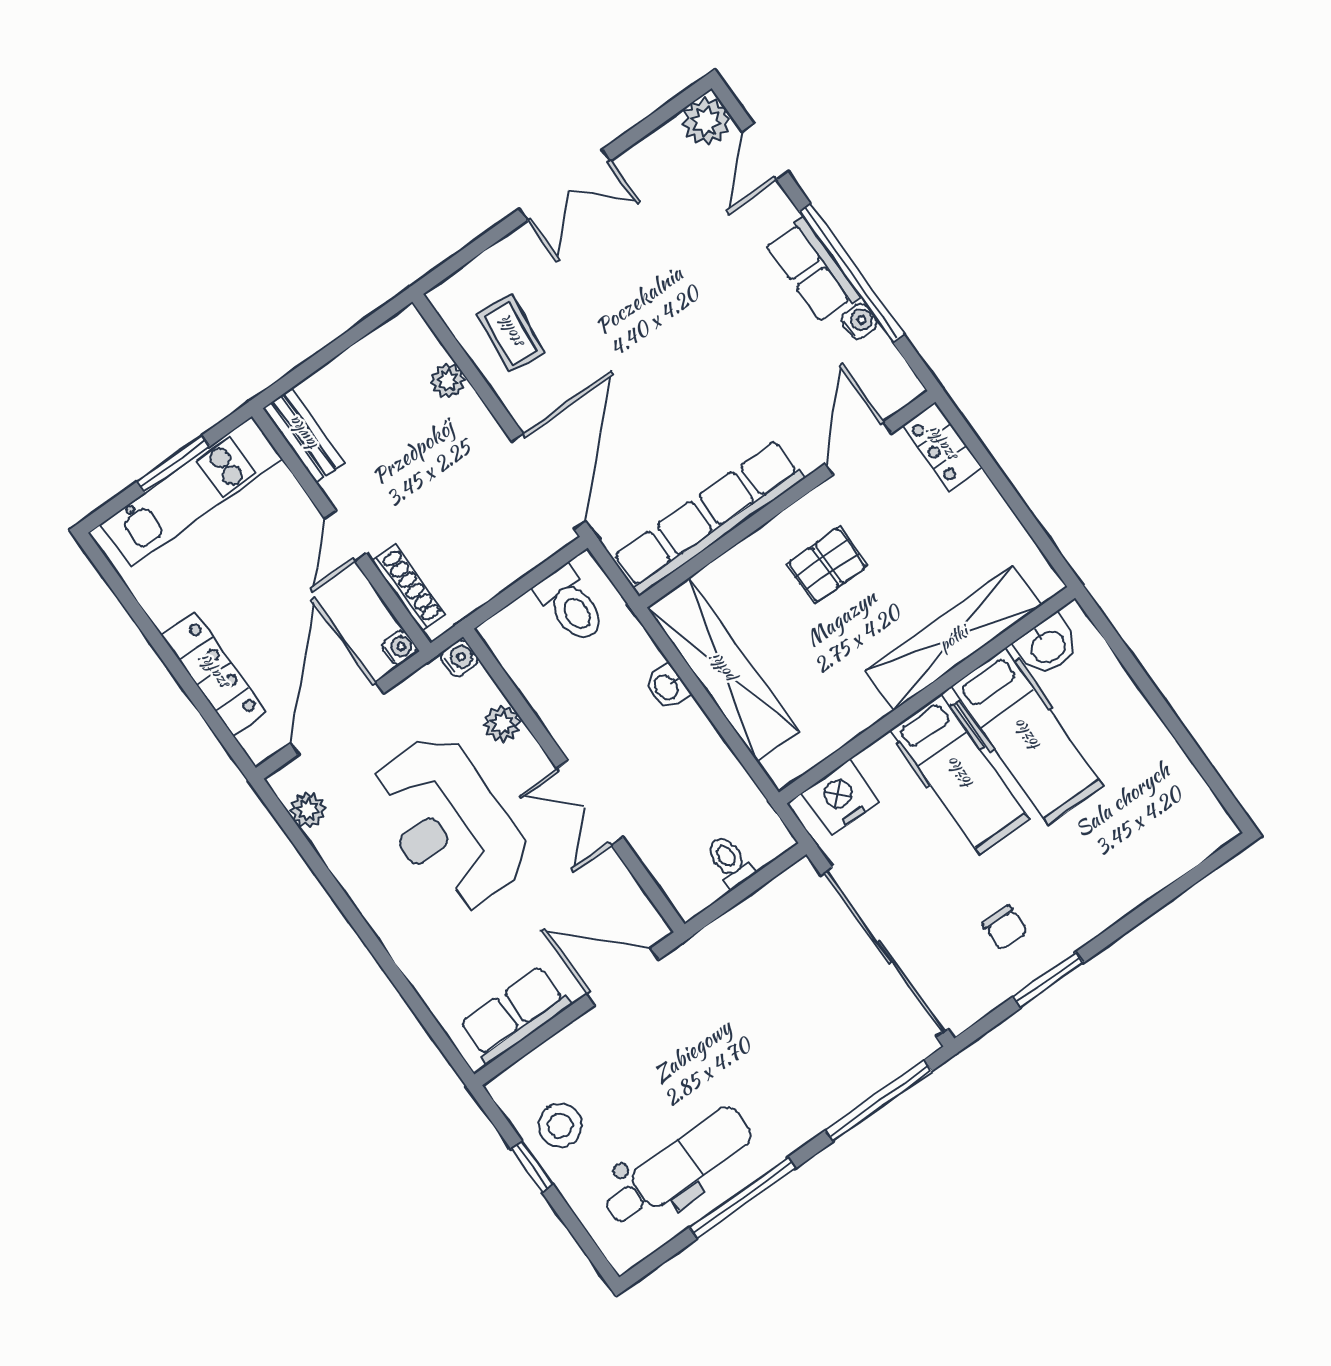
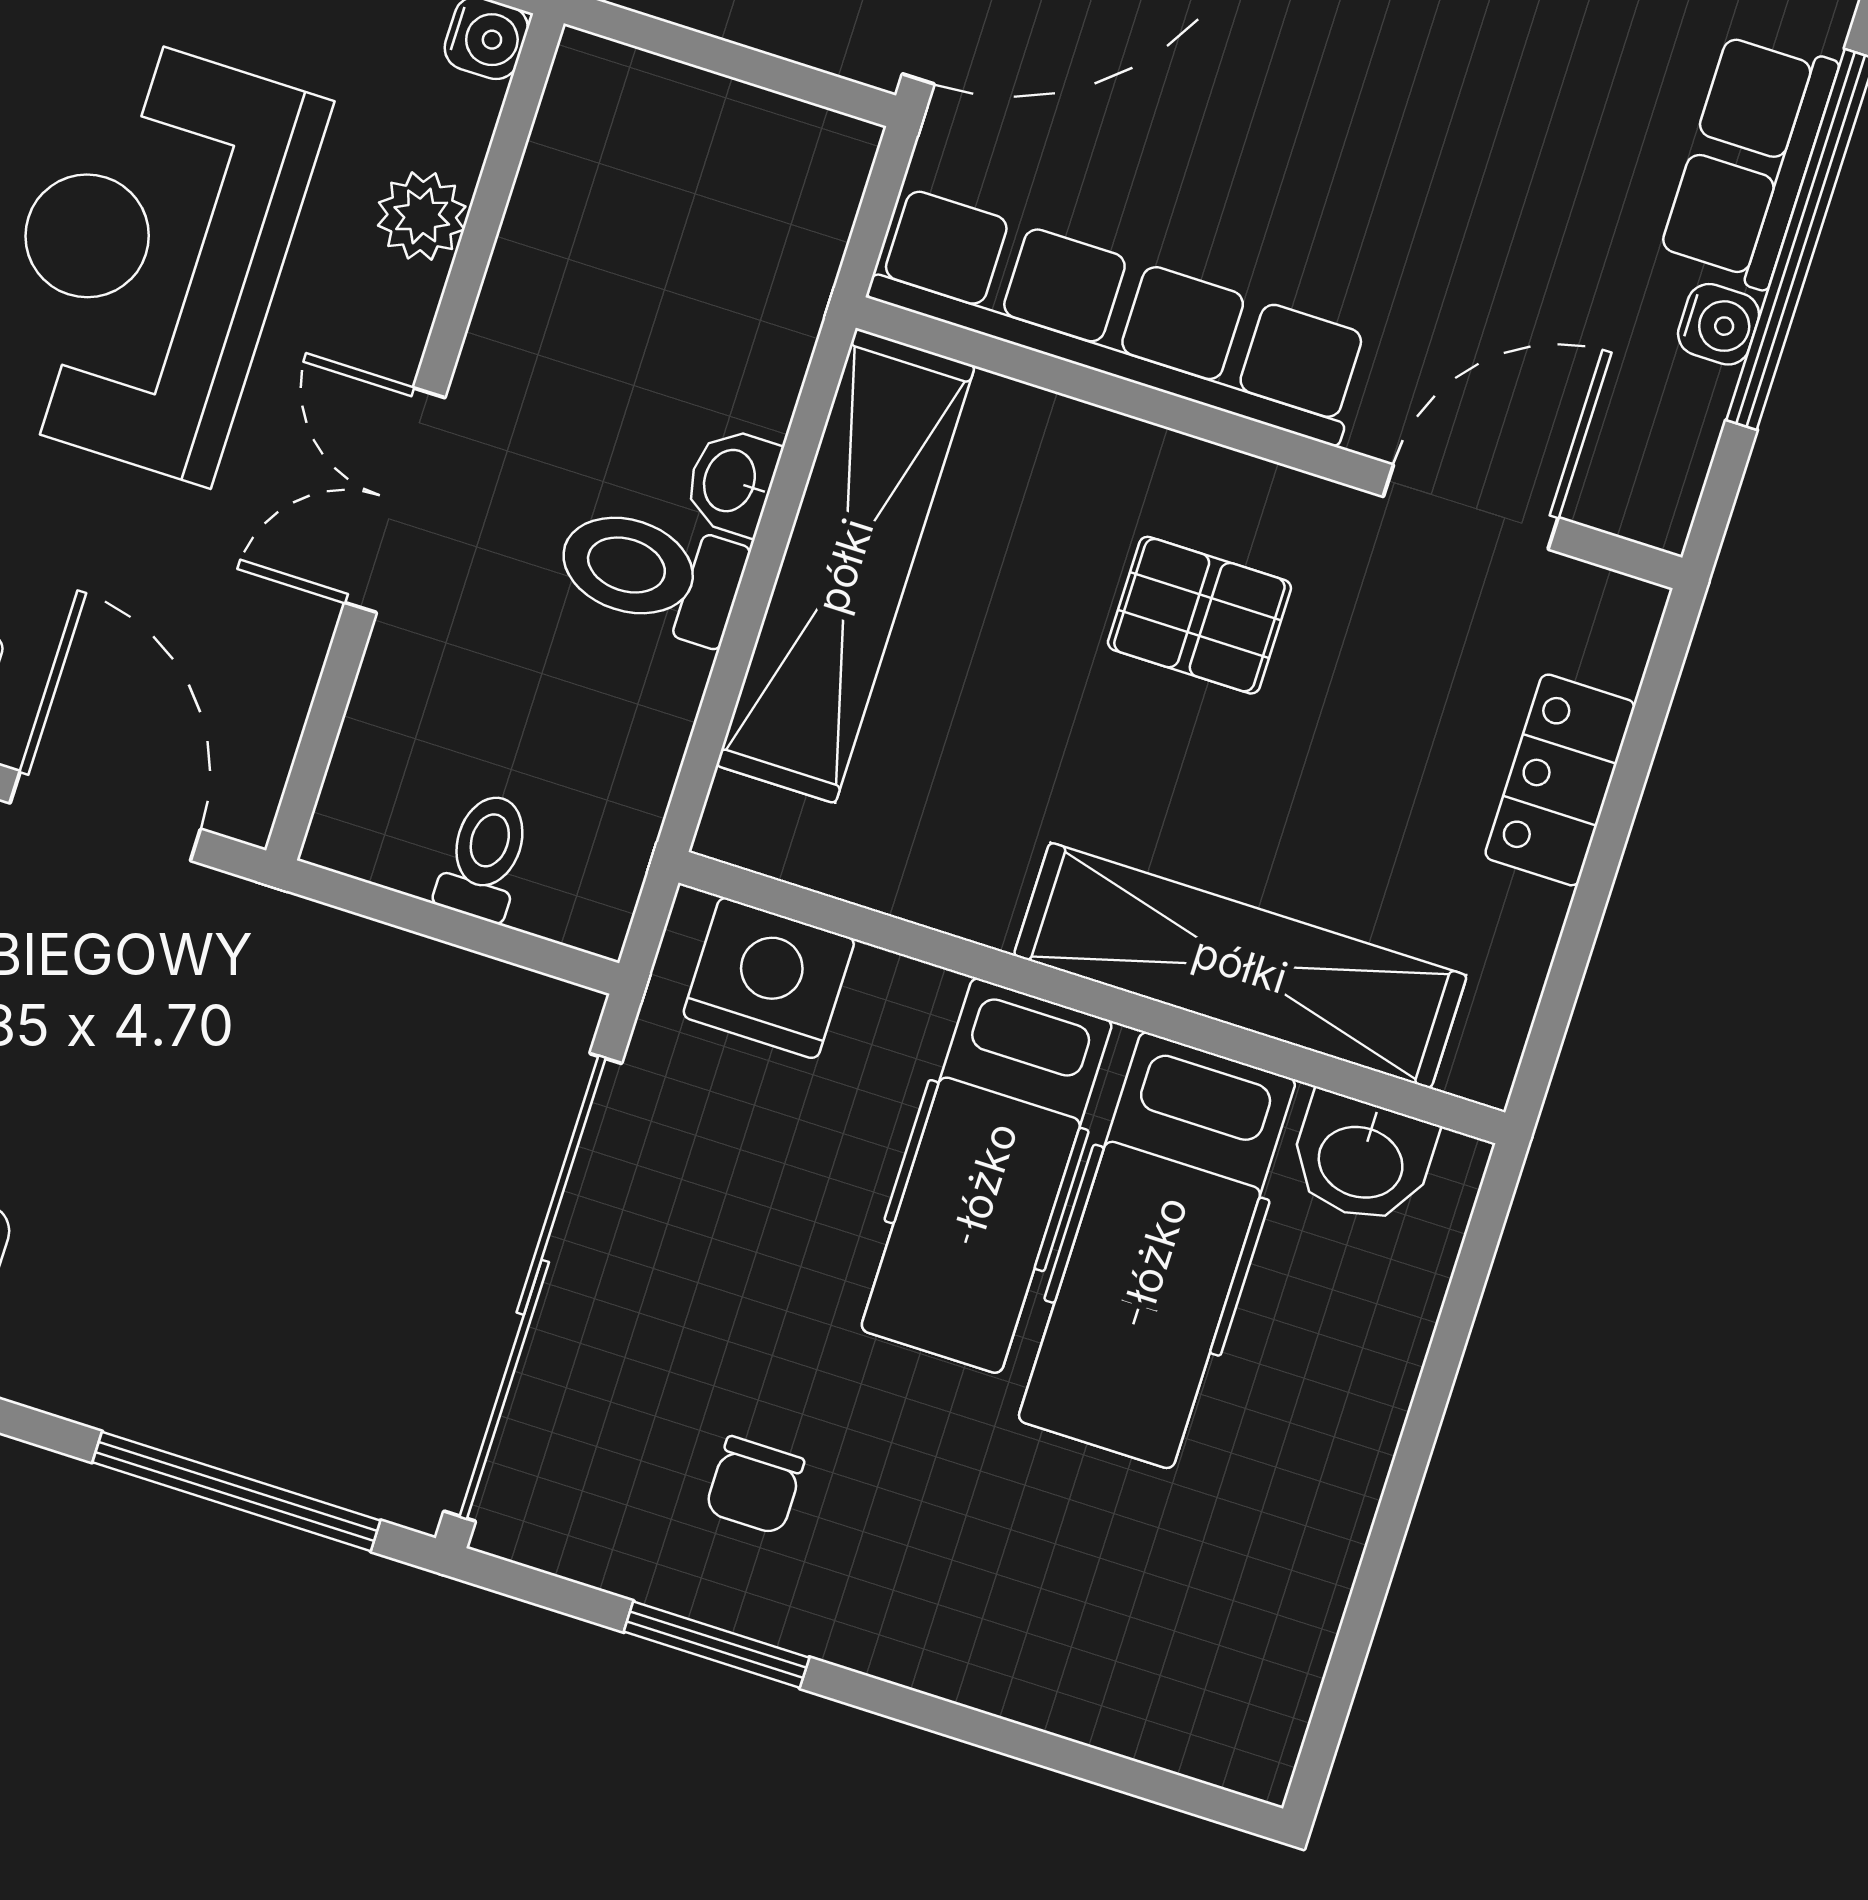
locker: (942, 446) -> (1560, 780), moved
toilet: (571, 605) -> (650, 573), moved, turned 90

